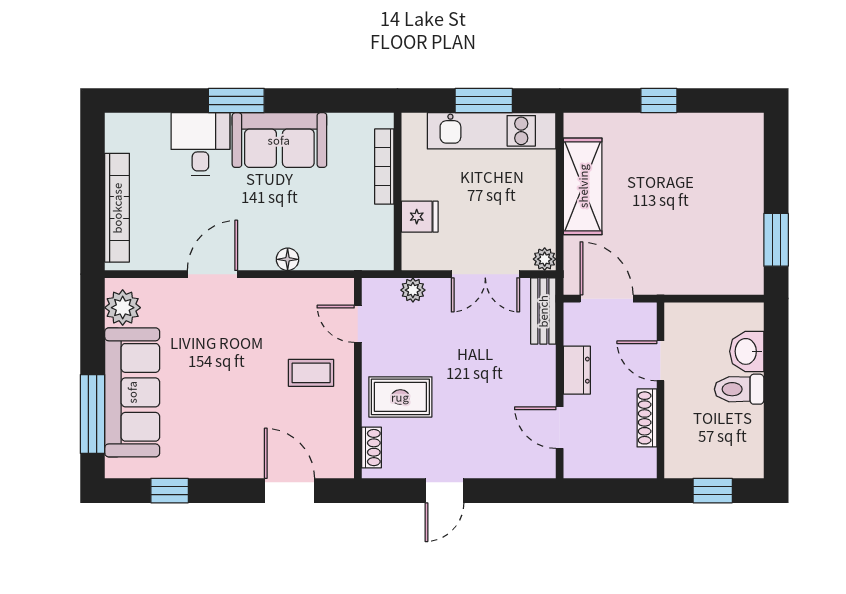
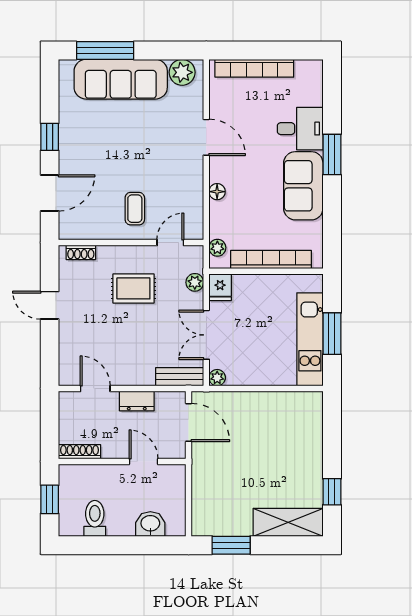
window: (659, 100) -> (332, 492), moved
bookcase: (384, 167) -> (271, 259), width x1.48, depth x1.31
shelving: (583, 186) -> (288, 522), moved
fridge: (420, 217) -> (220, 287), moved
plant: (365, 259) -> (217, 248), added
door: (607, 299) -> (189, 423), hinge flipped
door: (661, 361) -> (143, 462), hinge flipped
toilet: (739, 389) -> (95, 518), moved
rug: (400, 397) -> (133, 288), moved, turned 90
shoe rack: (647, 418) -> (79, 452), moved
door: (560, 428) -> (95, 389), hinge flipped
window: (170, 491) -> (50, 137), moved

